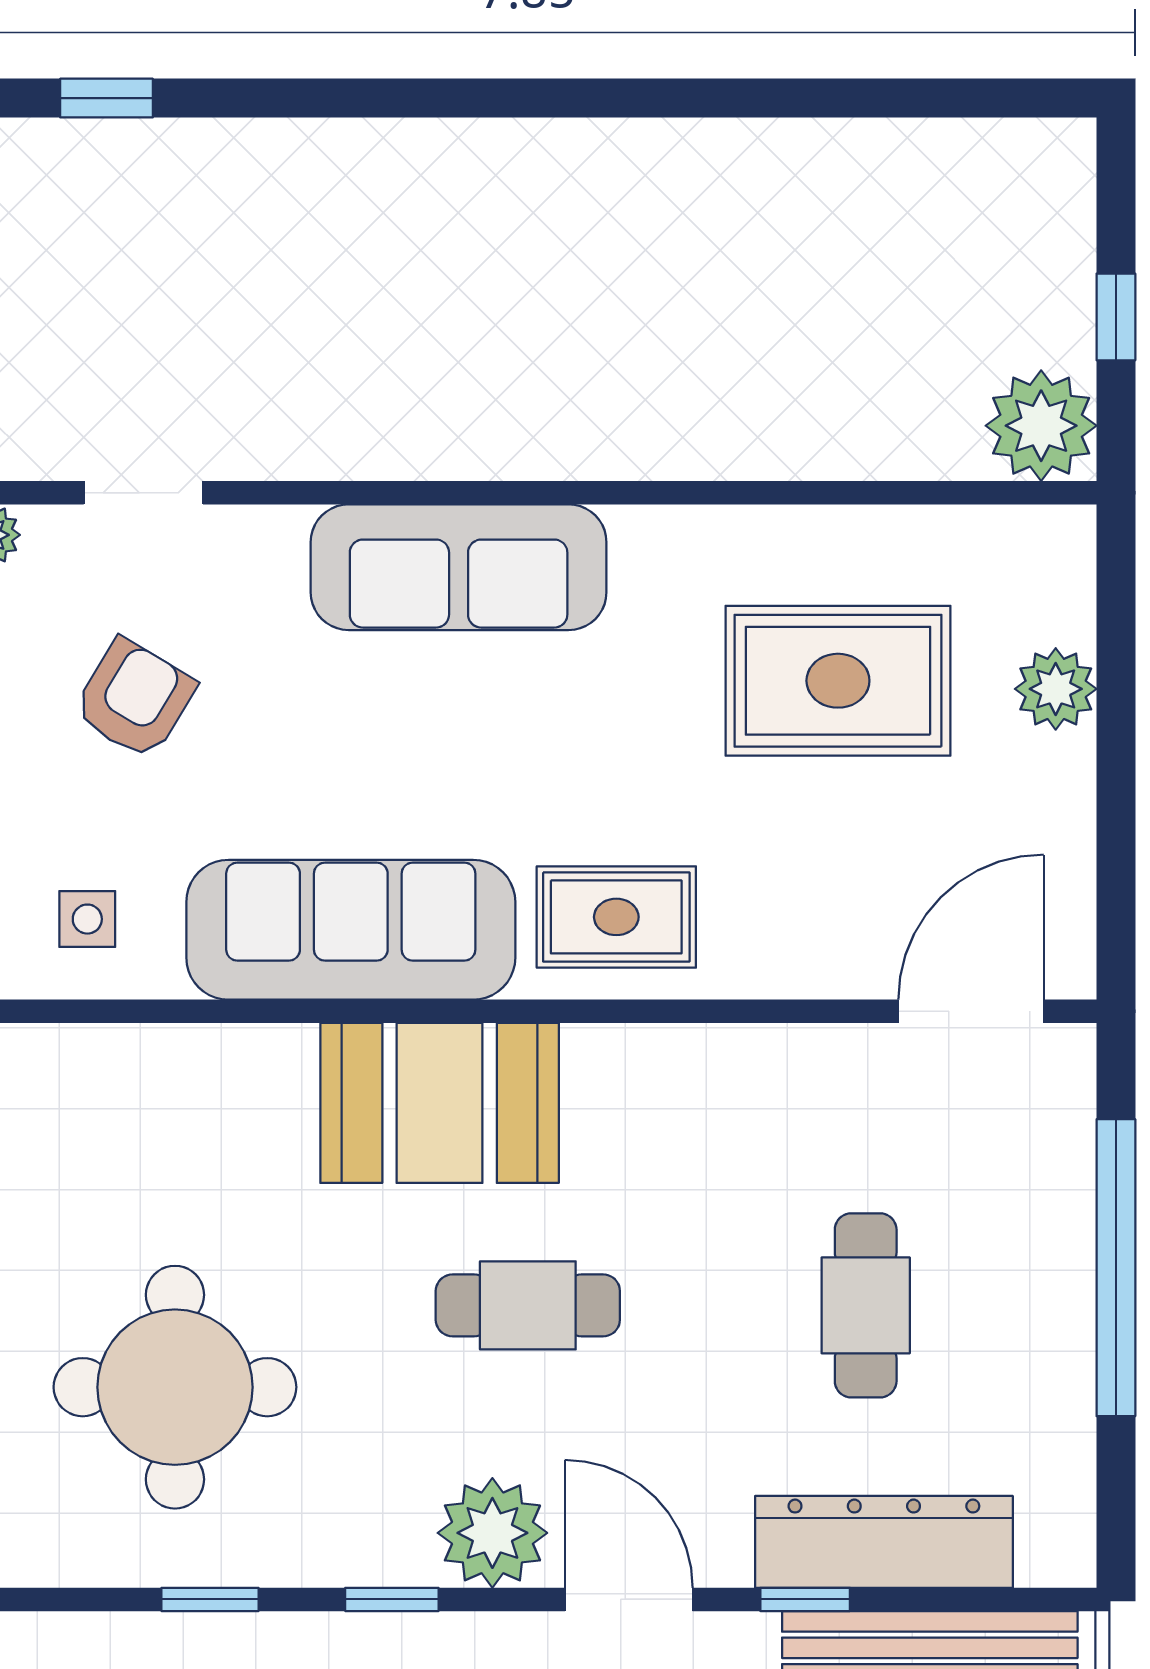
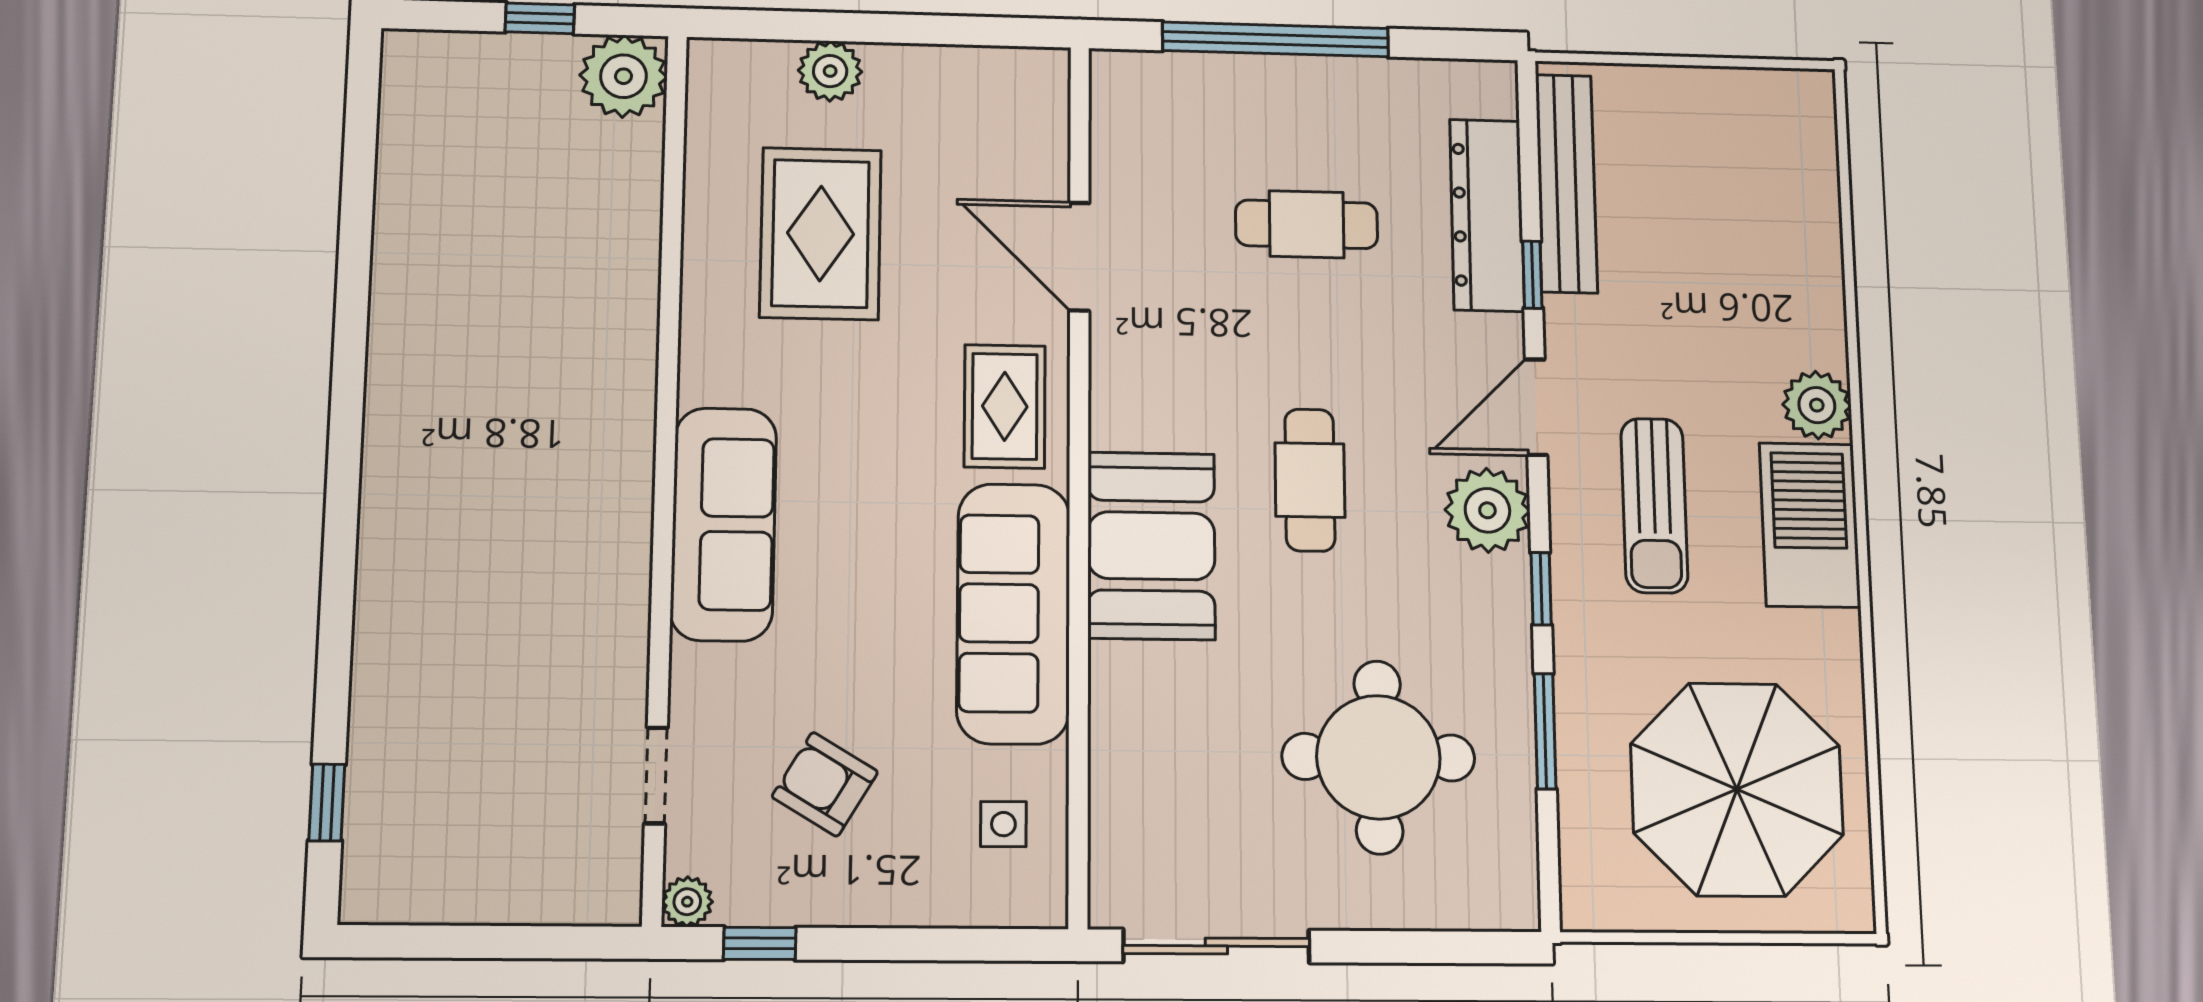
door: (971, 1011) -> (1079, 257), moved
window: (210, 1599) -> (1545, 731), width x1.50

